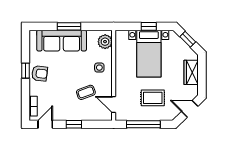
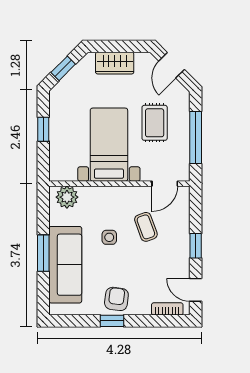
bed with nightstands: (149, 54) -> (109, 145), moved, turned -90
side table: (99, 68) -> (109, 237), moved

